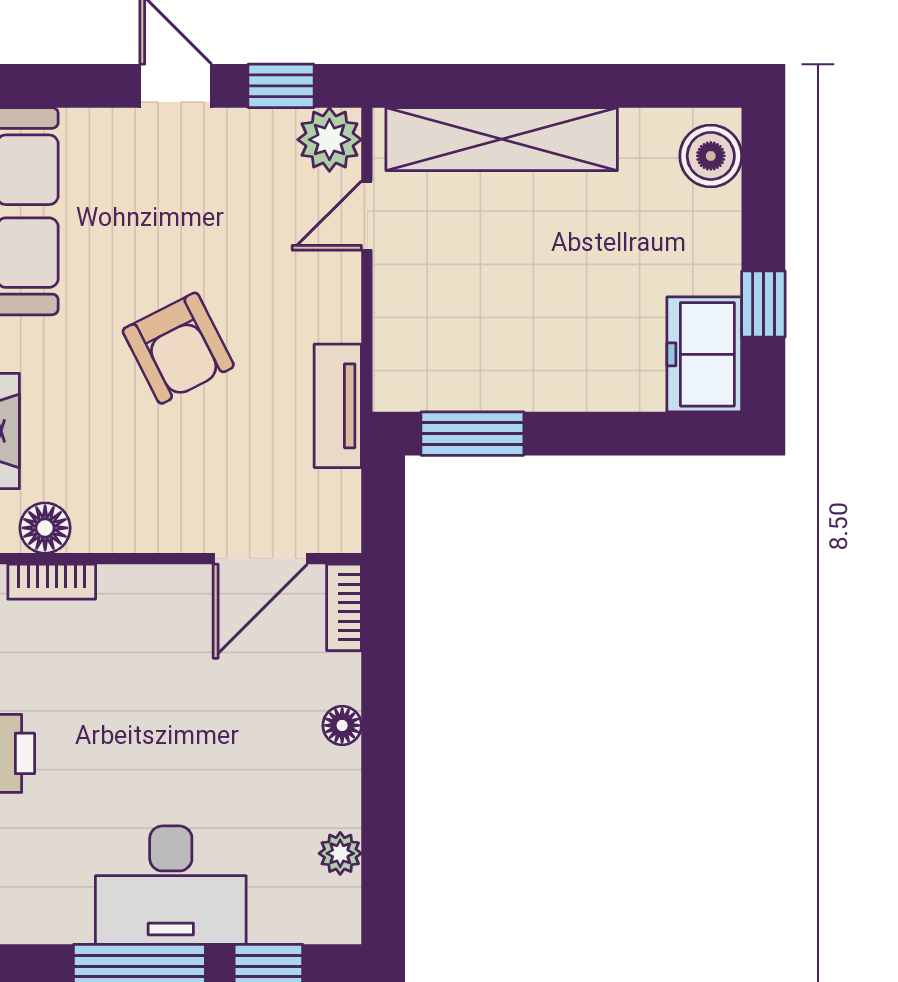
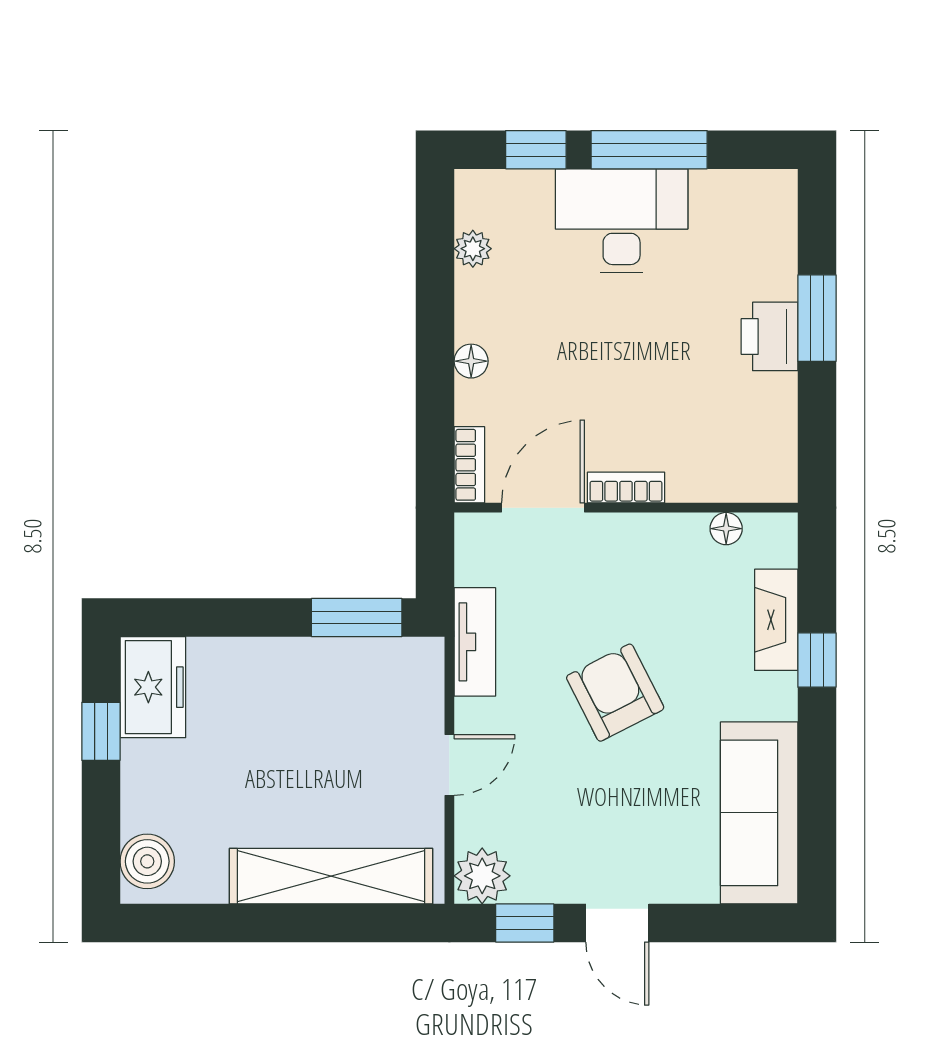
door: (367, 216) -> (449, 765), moved
floor lamp: (45, 528) -> (726, 529), width x0.73, depth x0.73
bookcase: (52, 582) -> (626, 487), moved

